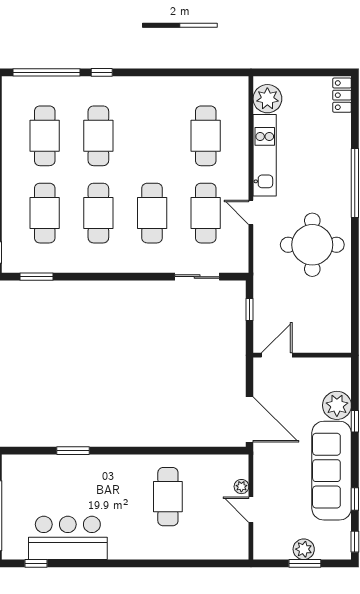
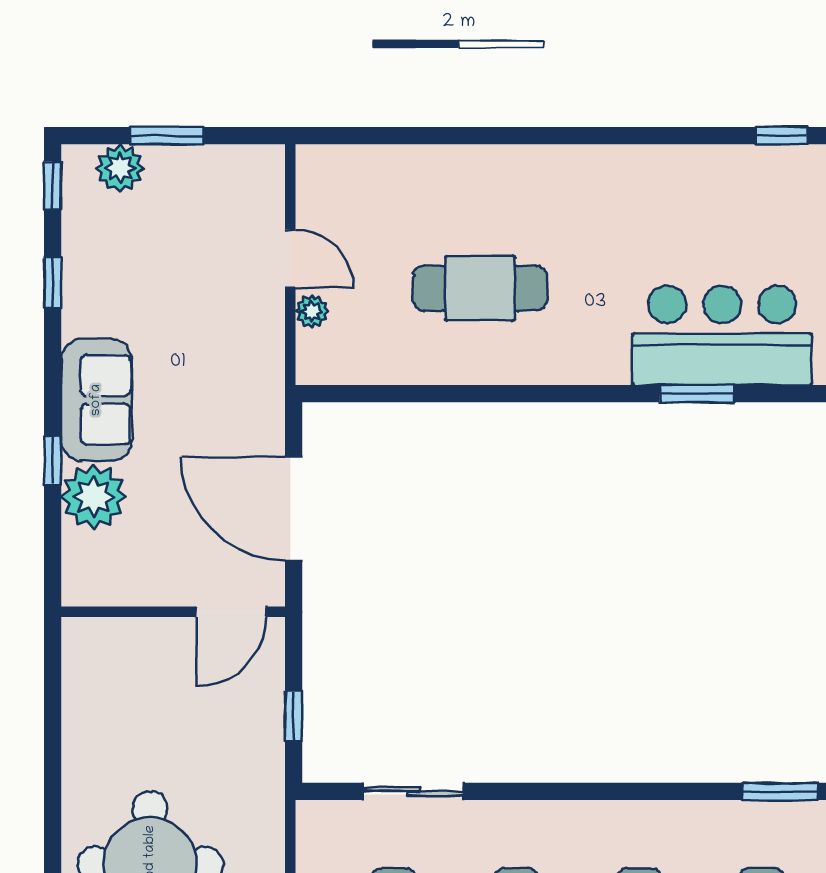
door: (249, 419) -> (294, 509), moved
sofa: (332, 471) -> (96, 400), width x0.54, depth x0.79
cafe table: (168, 497) -> (480, 288), turned 90
bar counter: (68, 538) -> (722, 335), moved, turned 180
plant: (304, 549) -> (120, 168), moved

